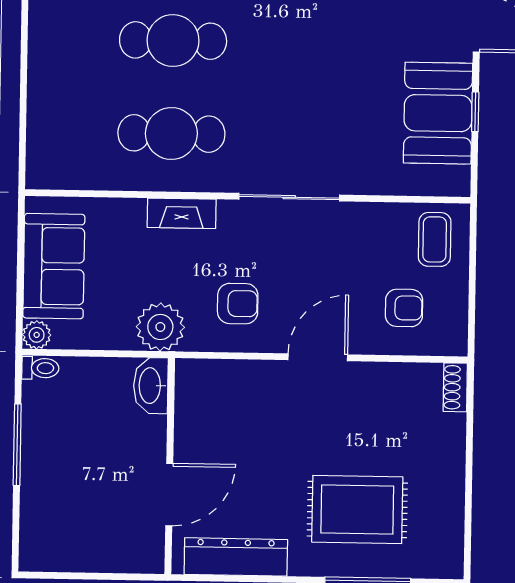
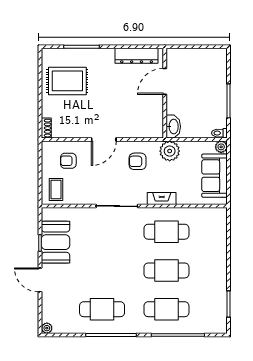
rug: (357, 510) -> (67, 81), moved

